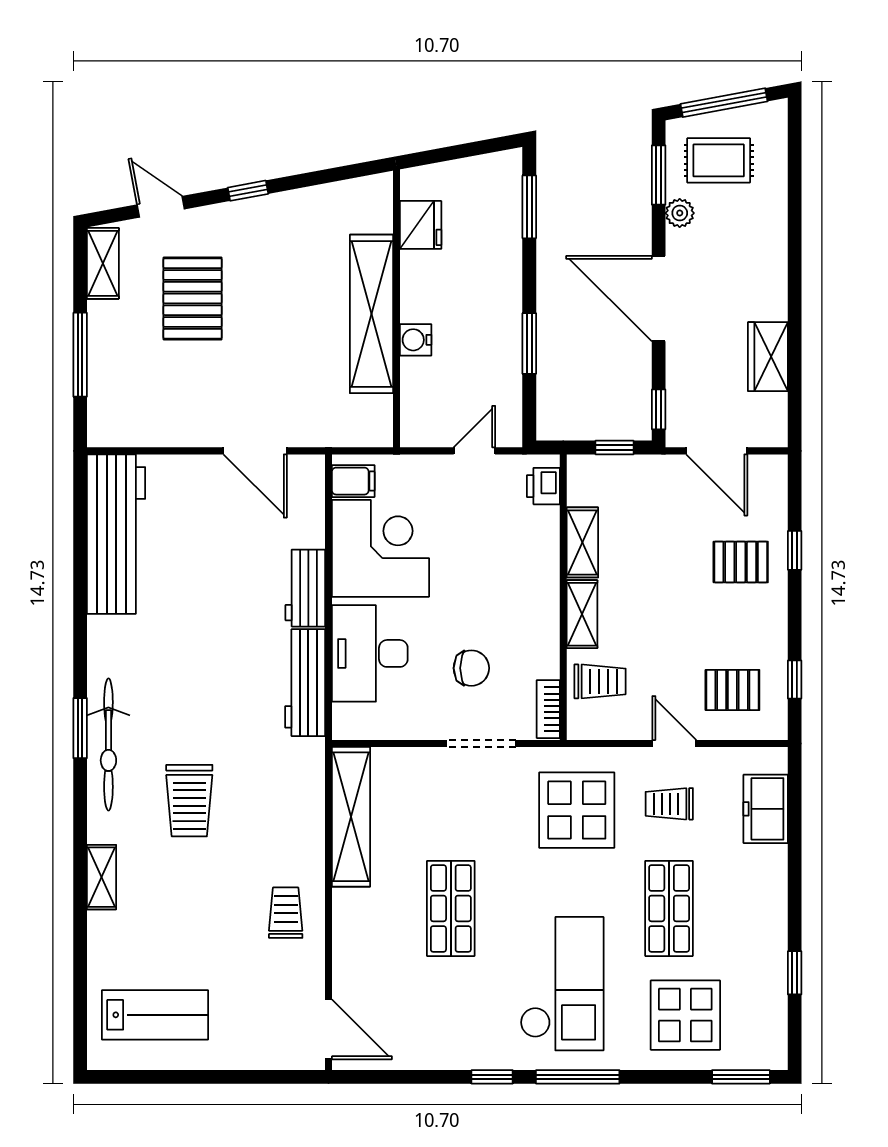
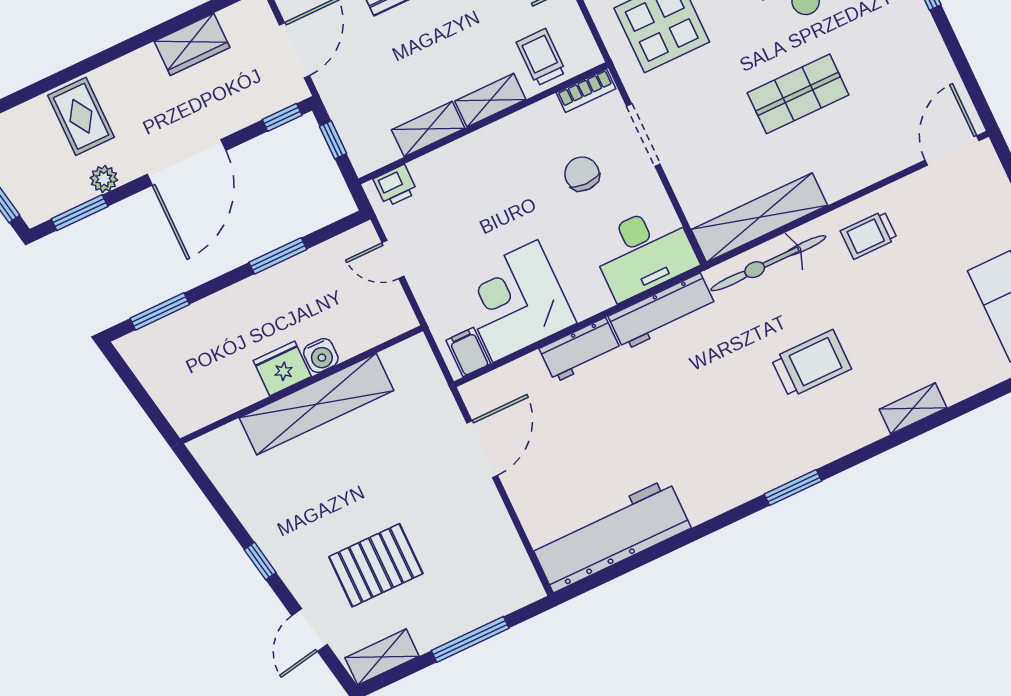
rug: (719, 160) -> (81, 116), moved
fridge: (421, 225) -> (282, 368), moved
desk: (370, 653) -> (644, 252), moved
bicycle: (108, 744) -> (768, 263), moved, turned 180

